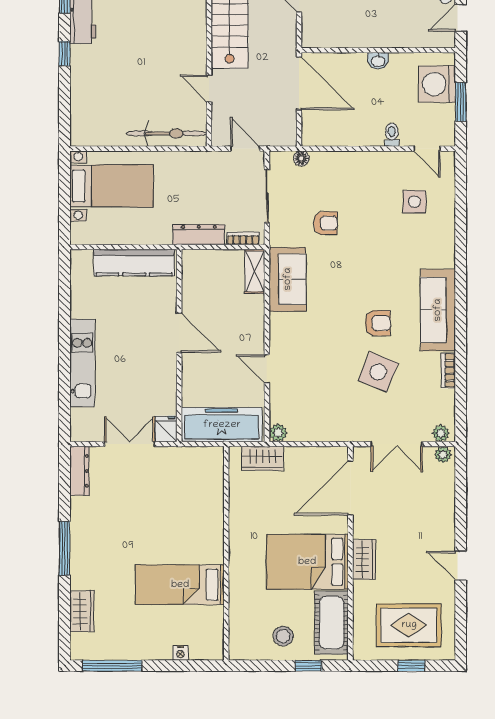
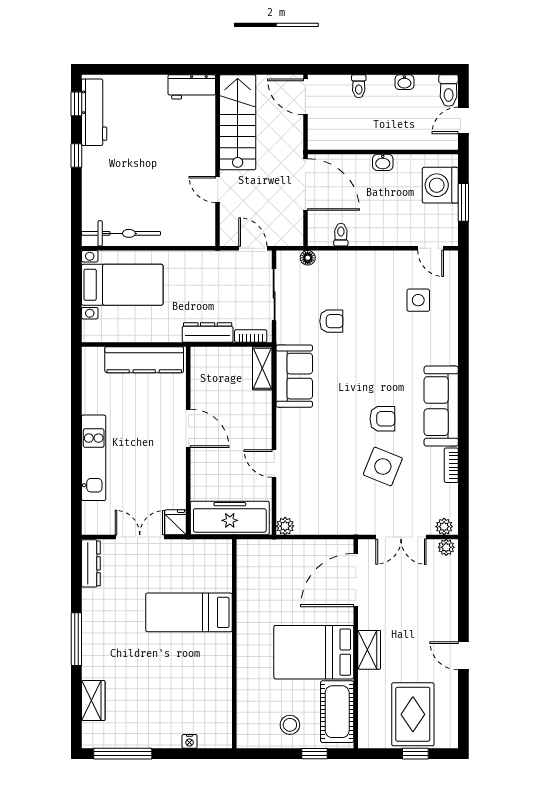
bicycle: (167, 133) -> (121, 233), moved
toilet: (392, 135) -> (341, 235), moved
wardrobe: (262, 458) -> (270, 551), removed
bed: (180, 585) -> (189, 612), moved
rug: (409, 625) -> (413, 714), turned 90

